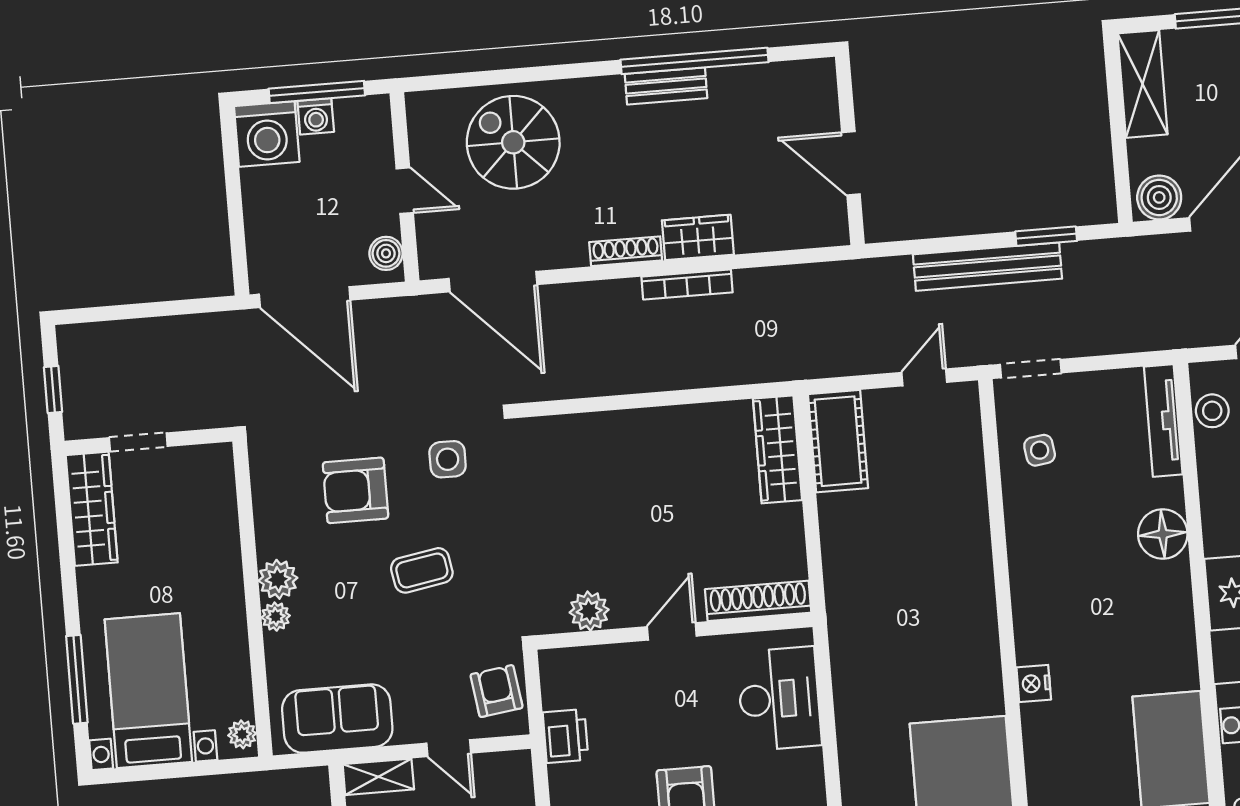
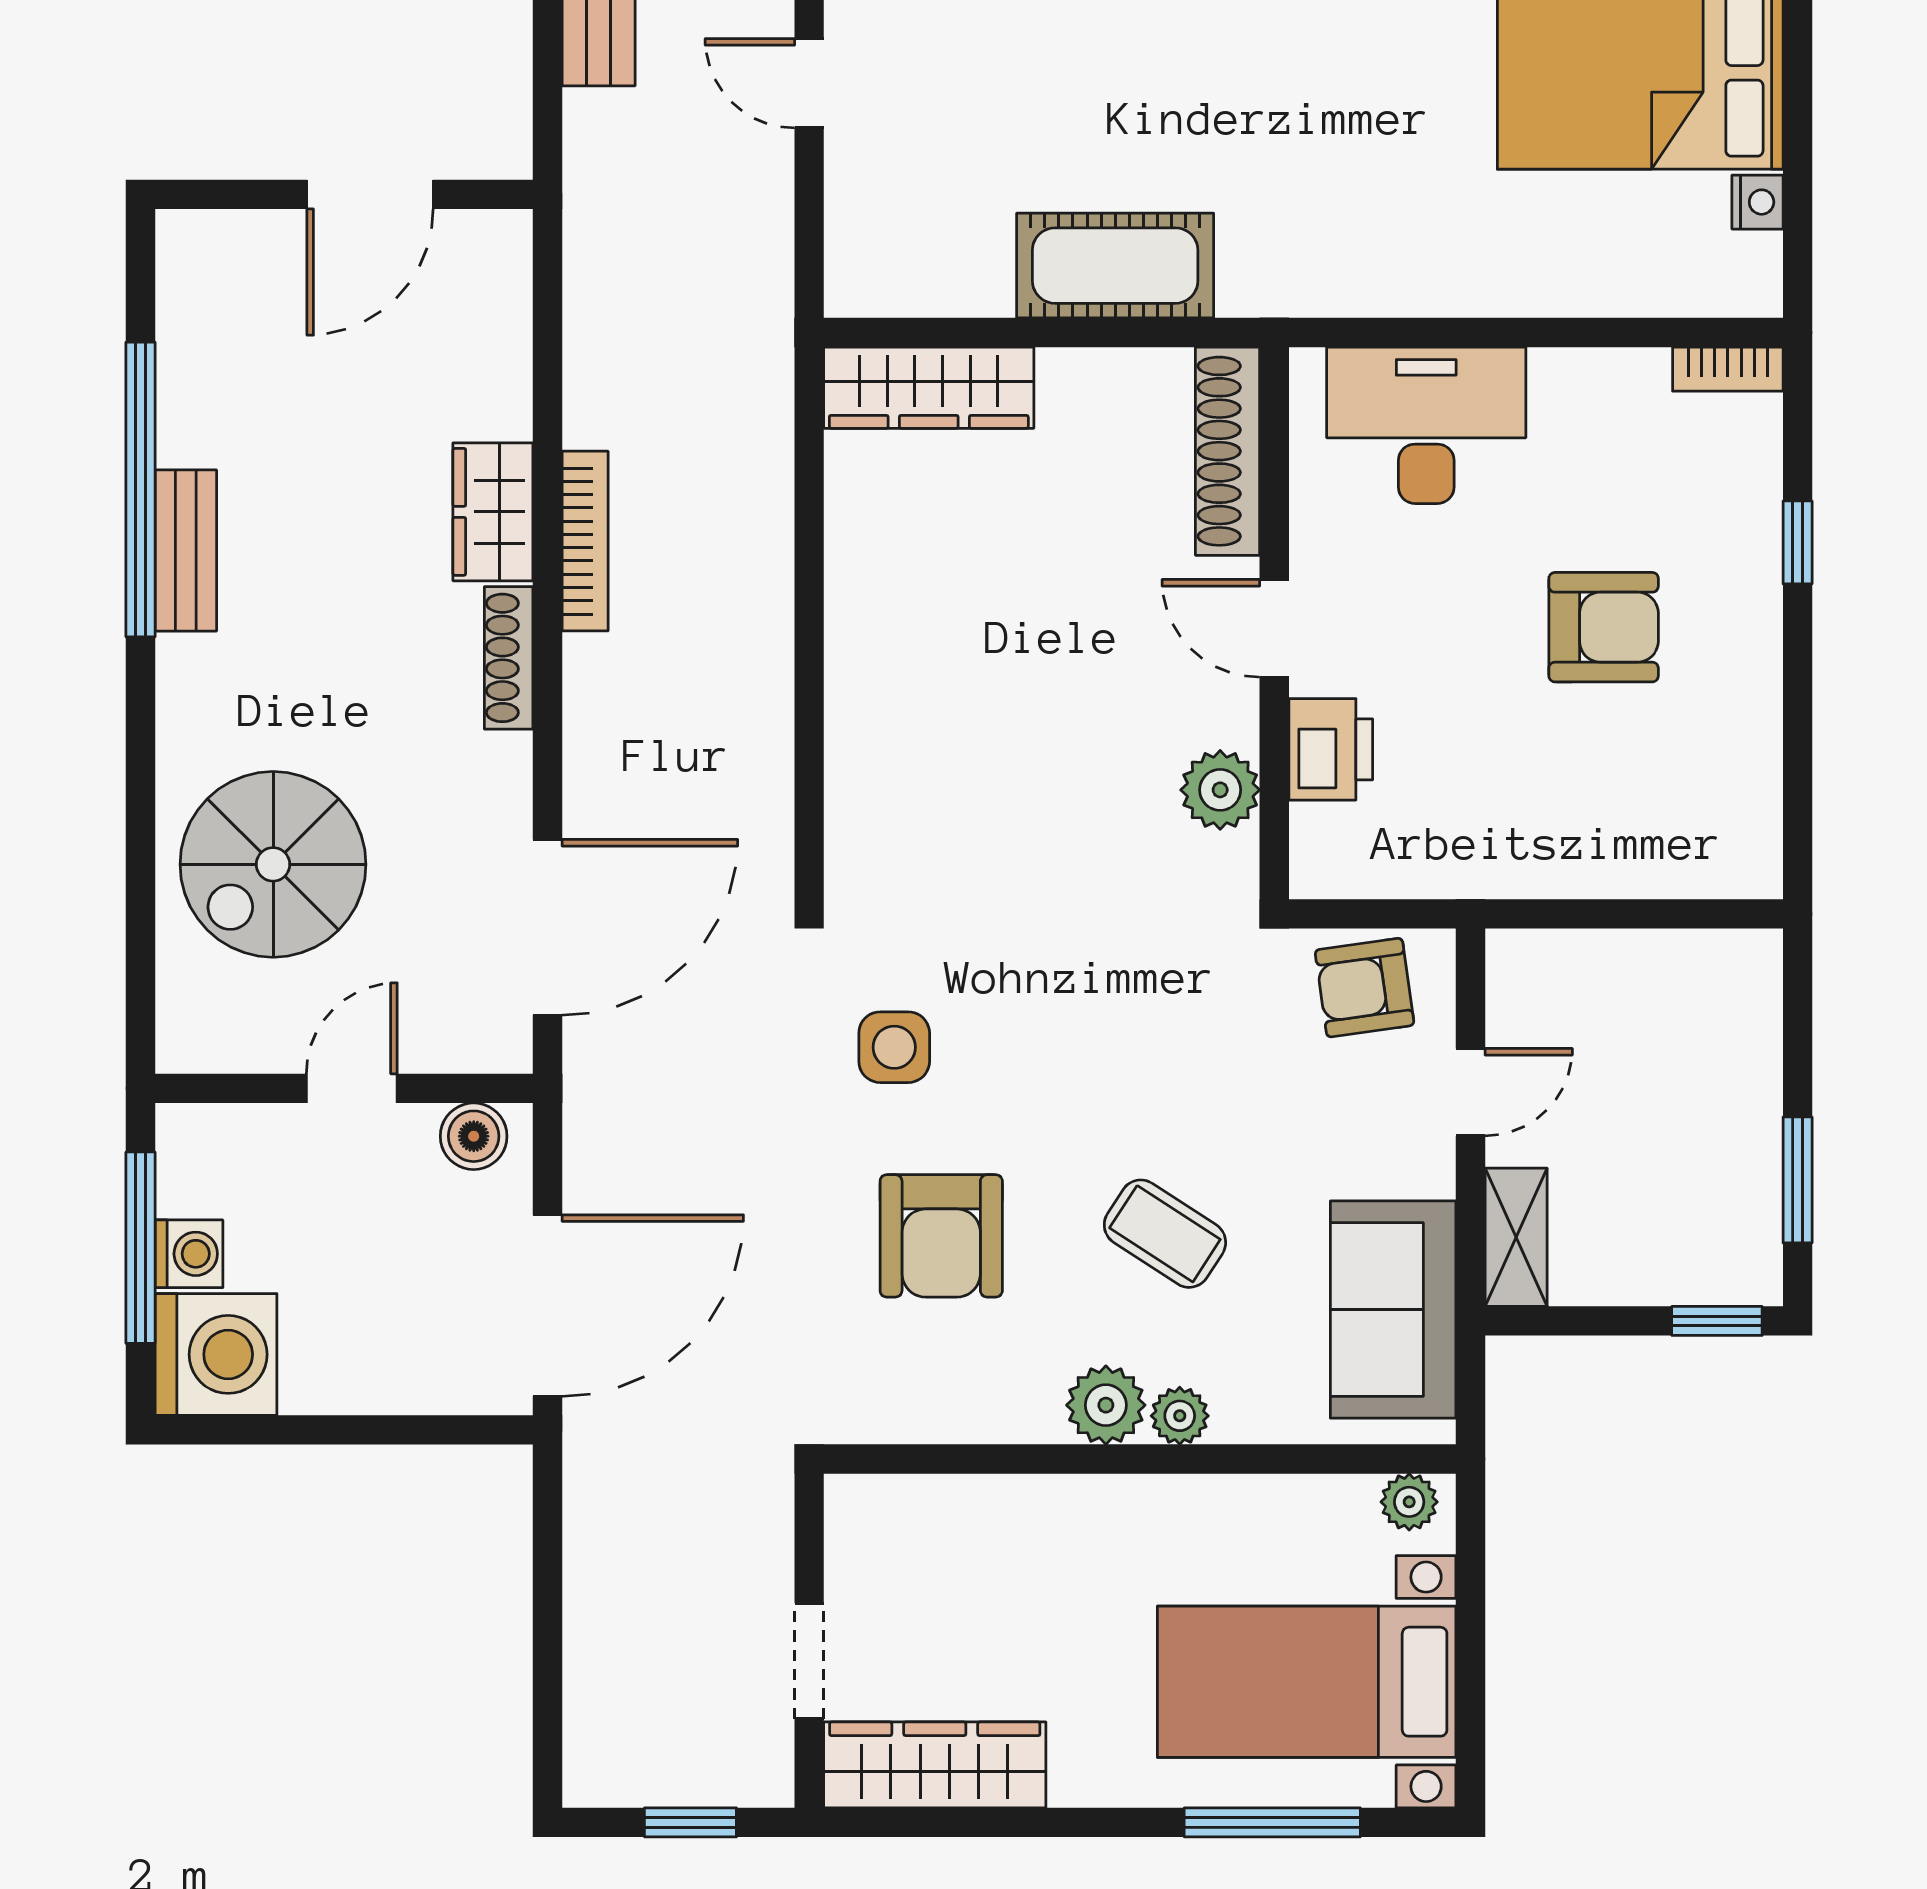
cot: (838, 441) -> (1115, 266), moved
coffee table: (422, 570) -> (1165, 1234), moved, turned -47
printer: (565, 736) -> (1331, 749), moved, turned 90

